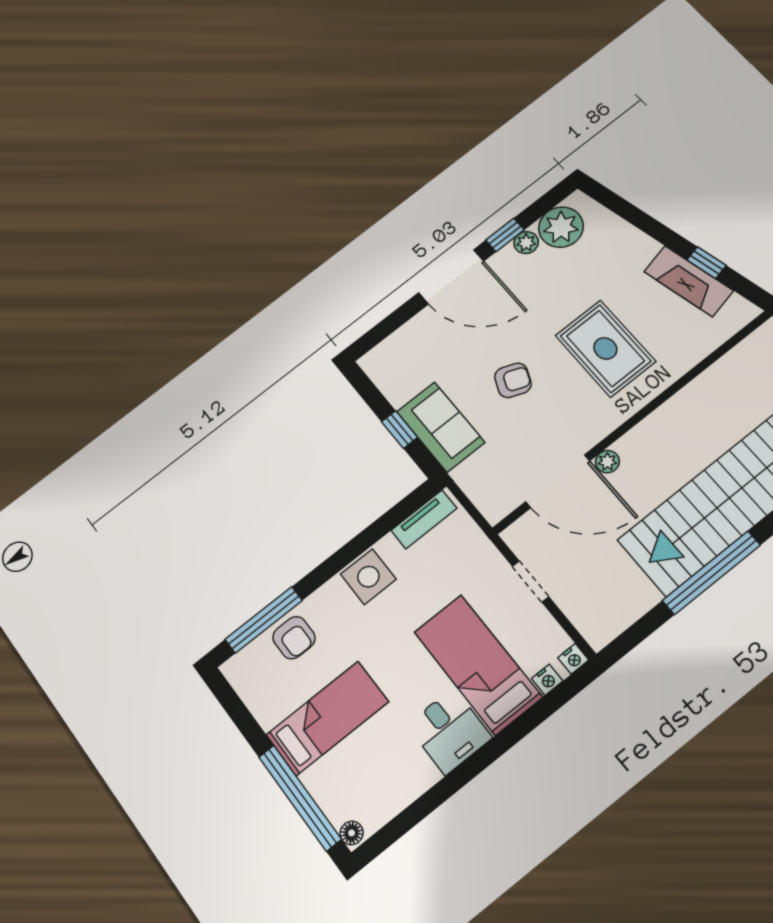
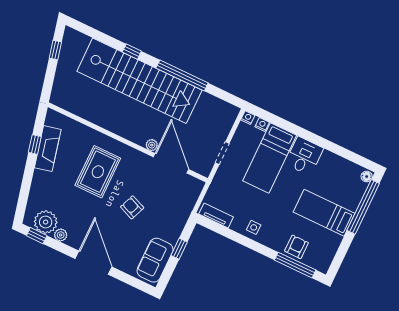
window: (505, 235) -> (37, 236), moved
sofa: (441, 427) -> (155, 260), moved
side table: (368, 577) -> (254, 227), width x0.54, depth x0.54

